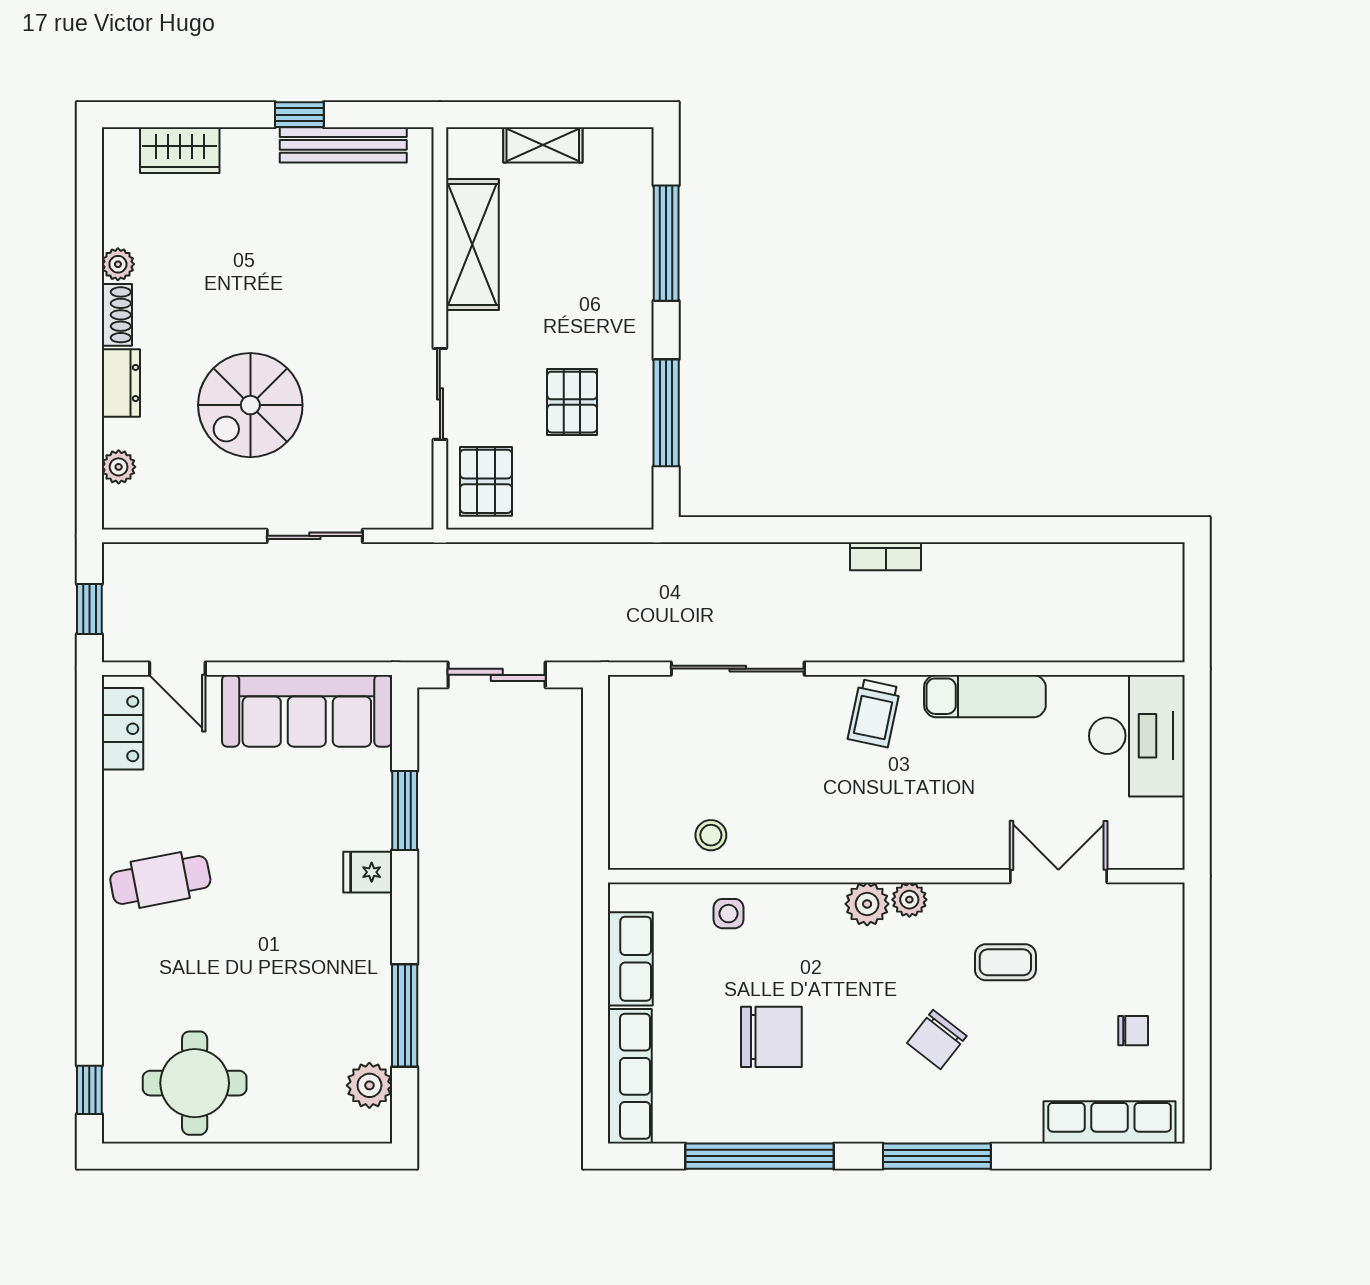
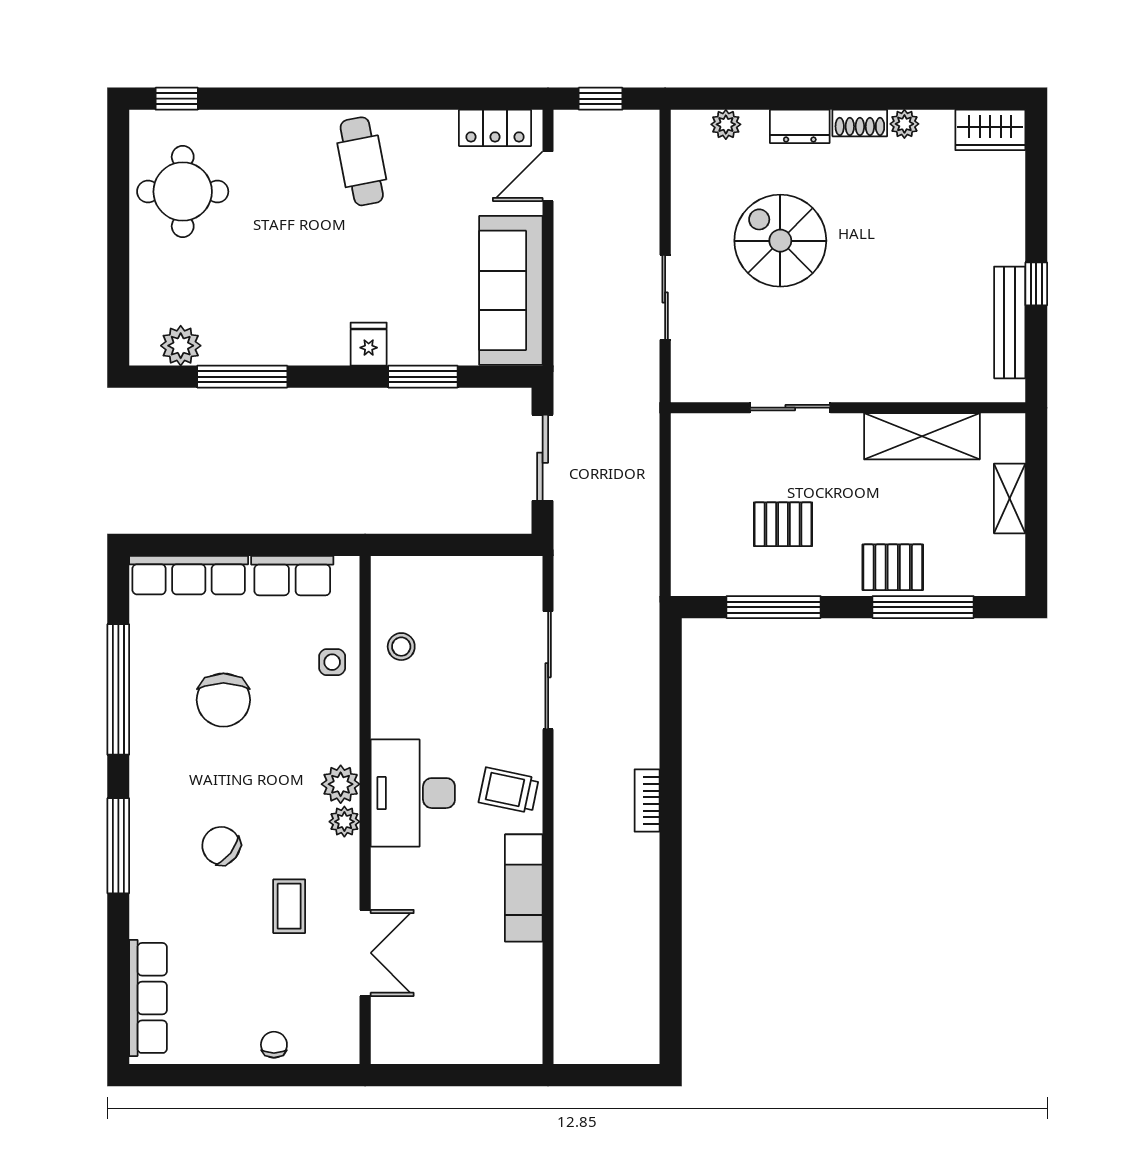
wardrobe: (180, 150) -> (990, 130), moved, turned -90
pallet: (486, 481) -> (893, 567), moved
desk: (1137, 736) -> (413, 793), moved, turned 90
chair: (1133, 1031) -> (274, 1045), moved, turned 180

